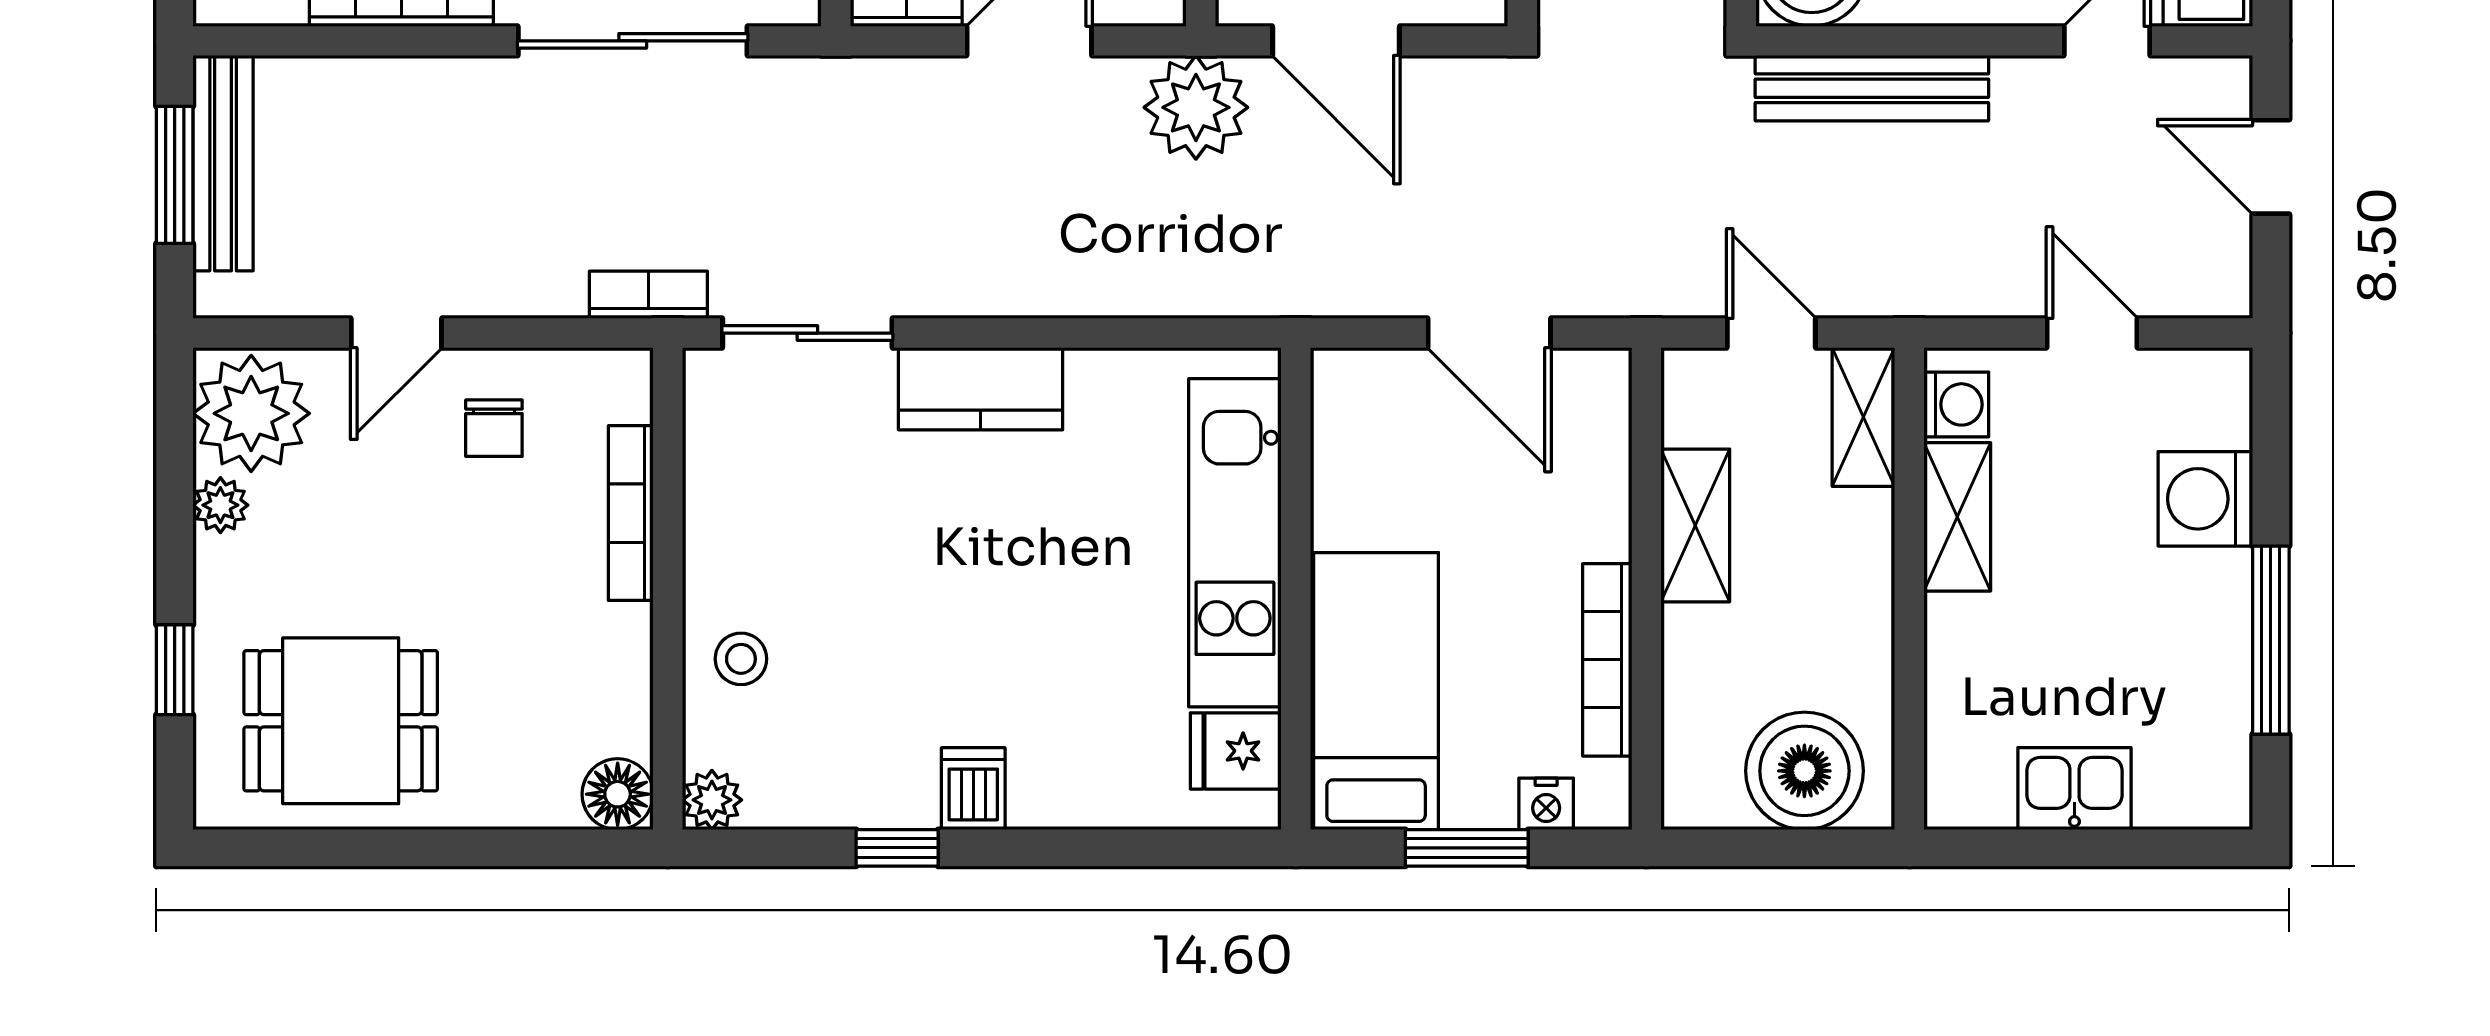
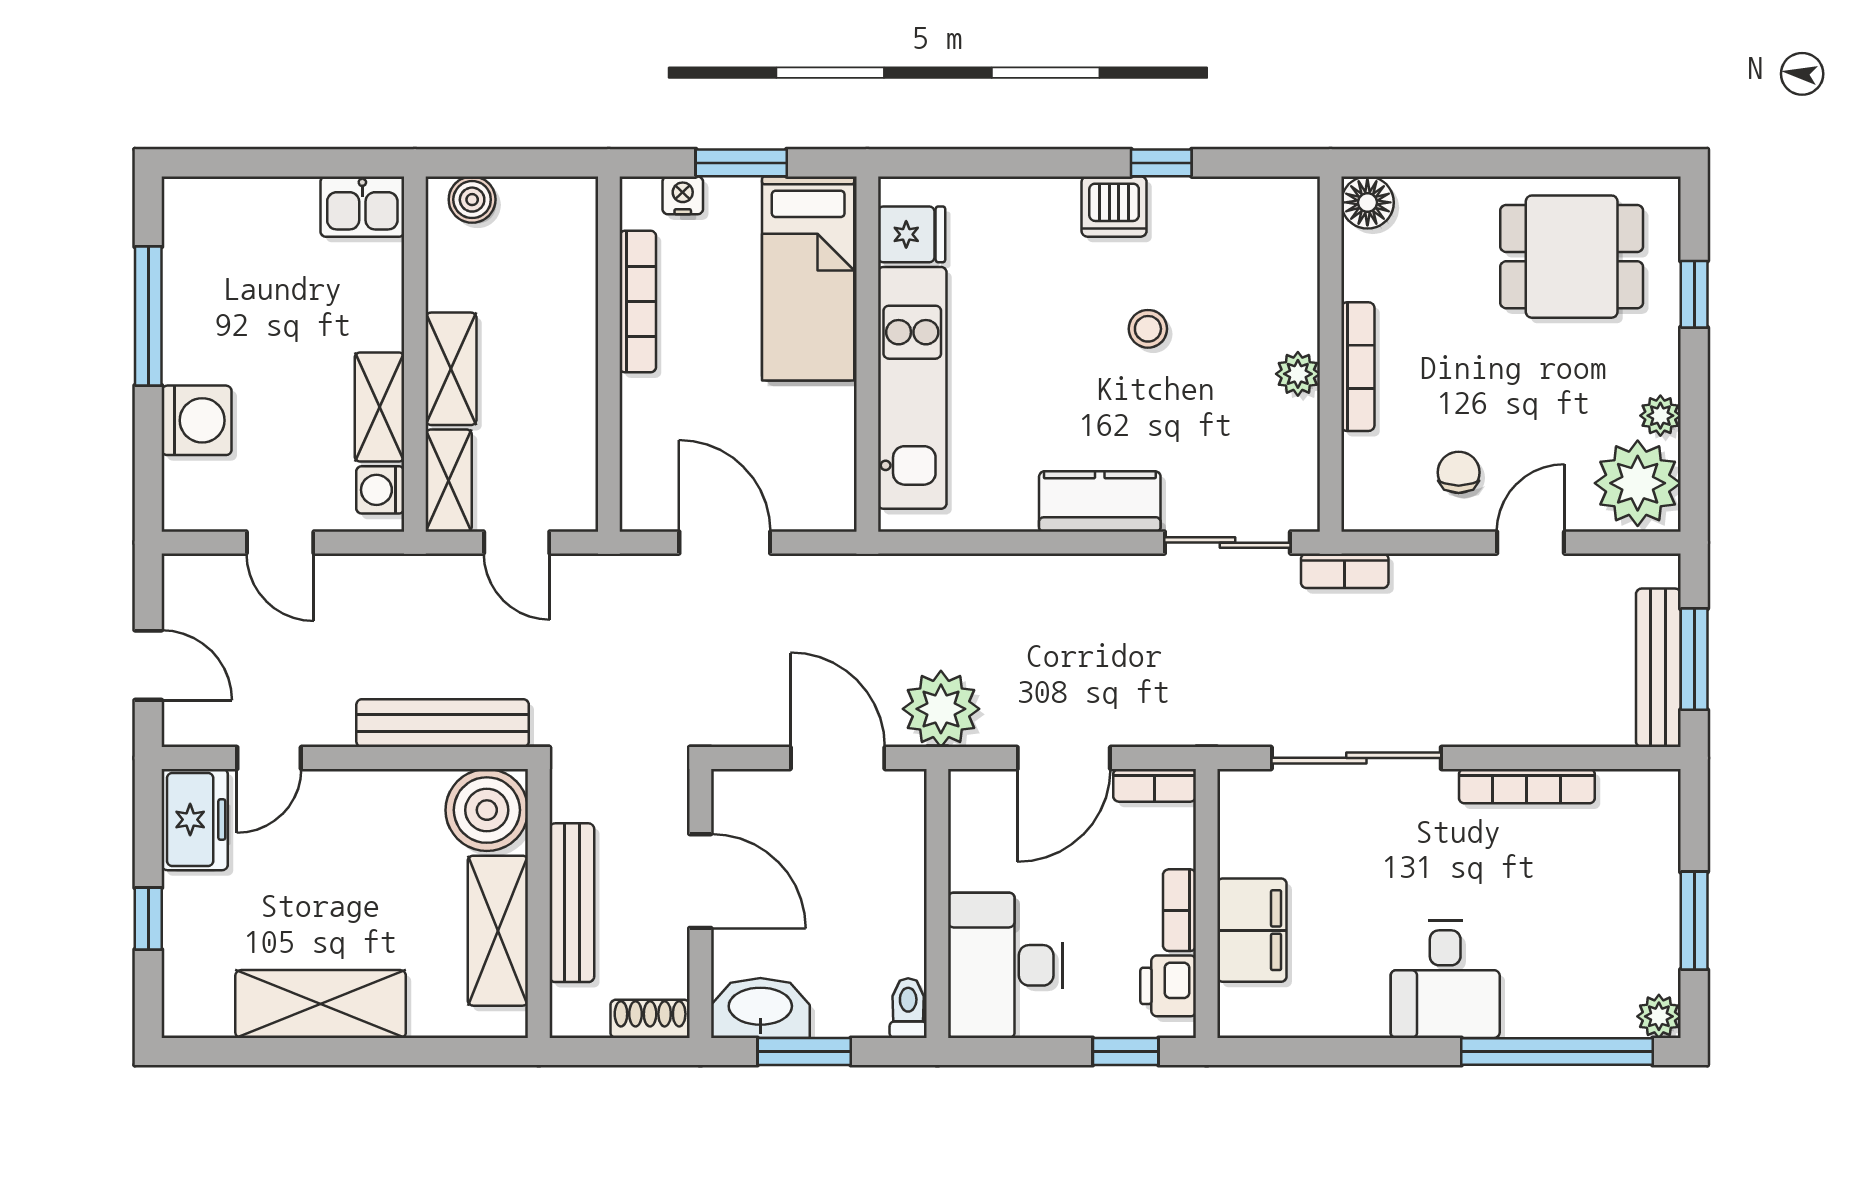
bookcase: (631, 513) -> (1358, 367), moved
shelving: (1695, 525) -> (451, 369), moved
stool: (741, 659) -> (1148, 329), moved
boiler: (1804, 771) -> (472, 200), width x0.54, depth x0.54
dishwasher: (973, 789) -> (1114, 207), width x1.38
kitchen sink: (2074, 789) -> (362, 207), moved
plant: (712, 800) -> (1298, 374), moved

